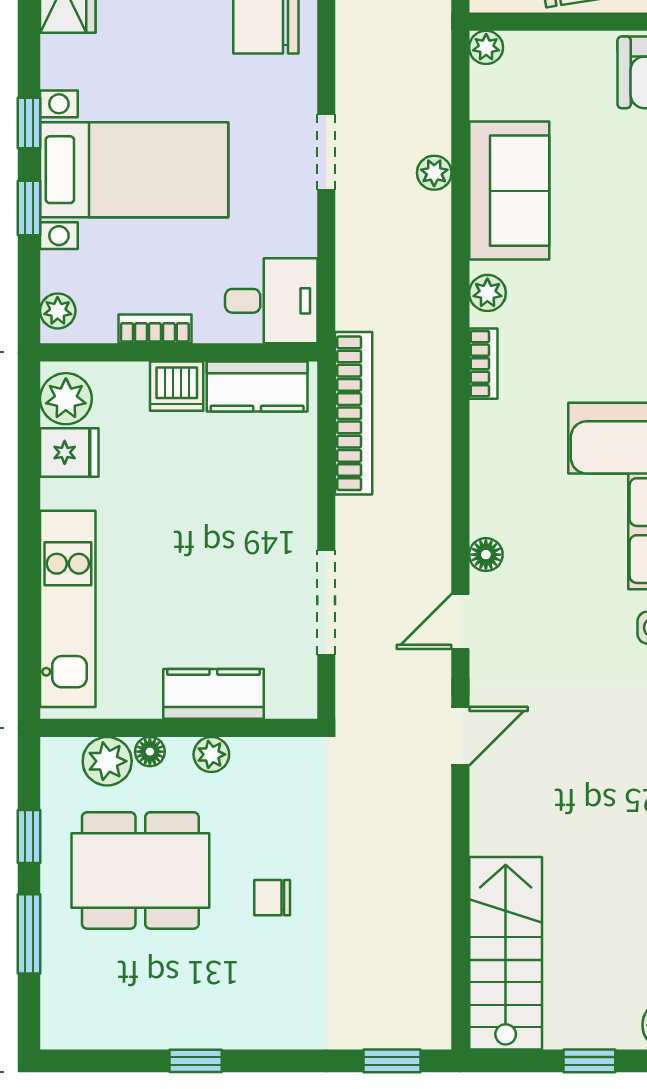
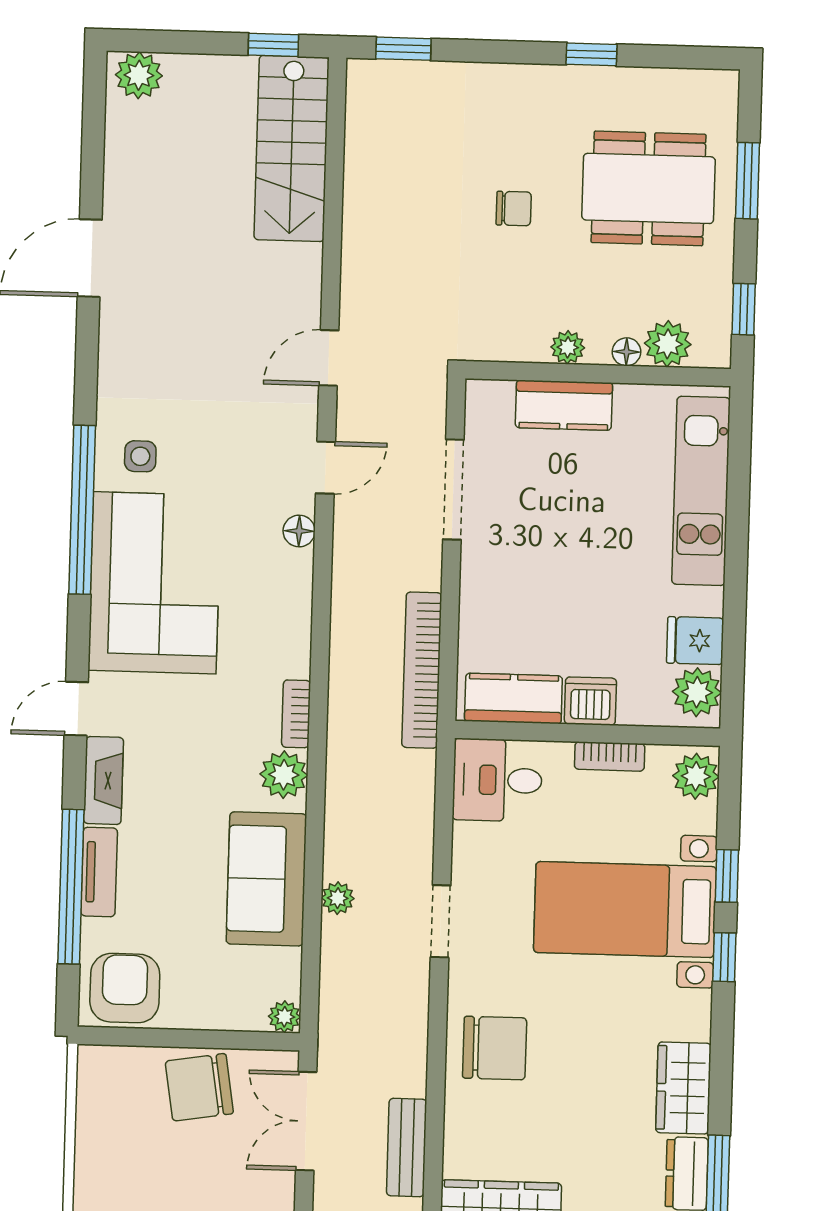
plant: (487, 293) -> (284, 775), width x1.38, depth x1.38
plant: (58, 311) -> (696, 776), width x1.38, depth x1.38
window: (29, 836) -> (744, 309), moved
dining table: (140, 870) -> (649, 188), moved
window: (589, 1061) -> (273, 45), moved

